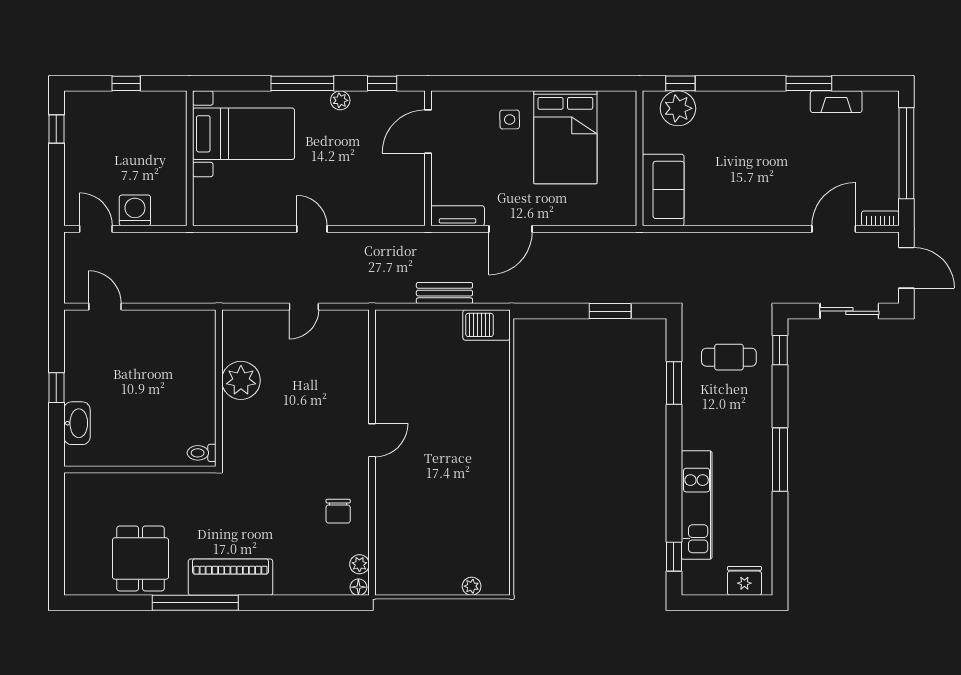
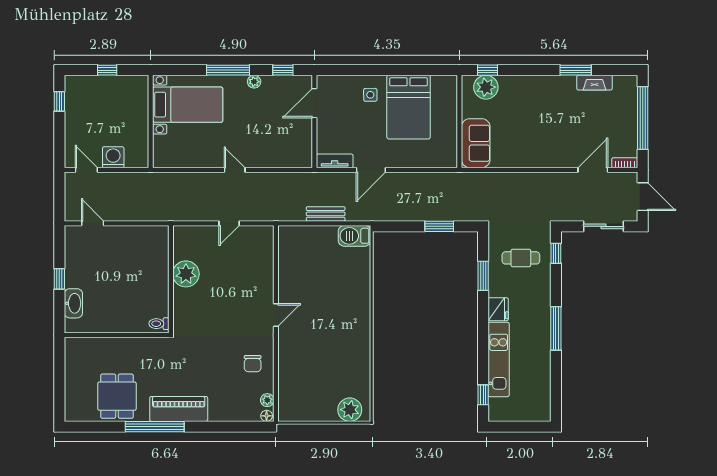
fridge: (744, 581) -> (498, 309), moved, turned 90
plant: (472, 586) -> (350, 410), width x1.88, depth x1.88

